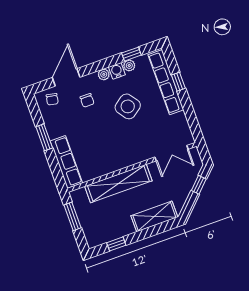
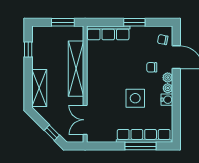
window: (131, 54) -> (176, 116), removed
plant: (129, 65) -> (168, 78), moved
window: (178, 82) -> (141, 146), width x2.17
side table: (128, 106) -> (135, 98), turned 36

